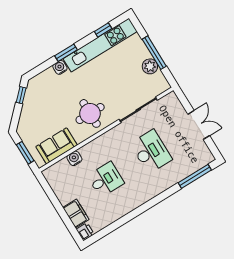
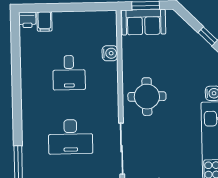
sofa: (57, 146) -> (144, 22), moved, turned 90
filing cabinet: (76, 214) -> (44, 22), width x0.50

